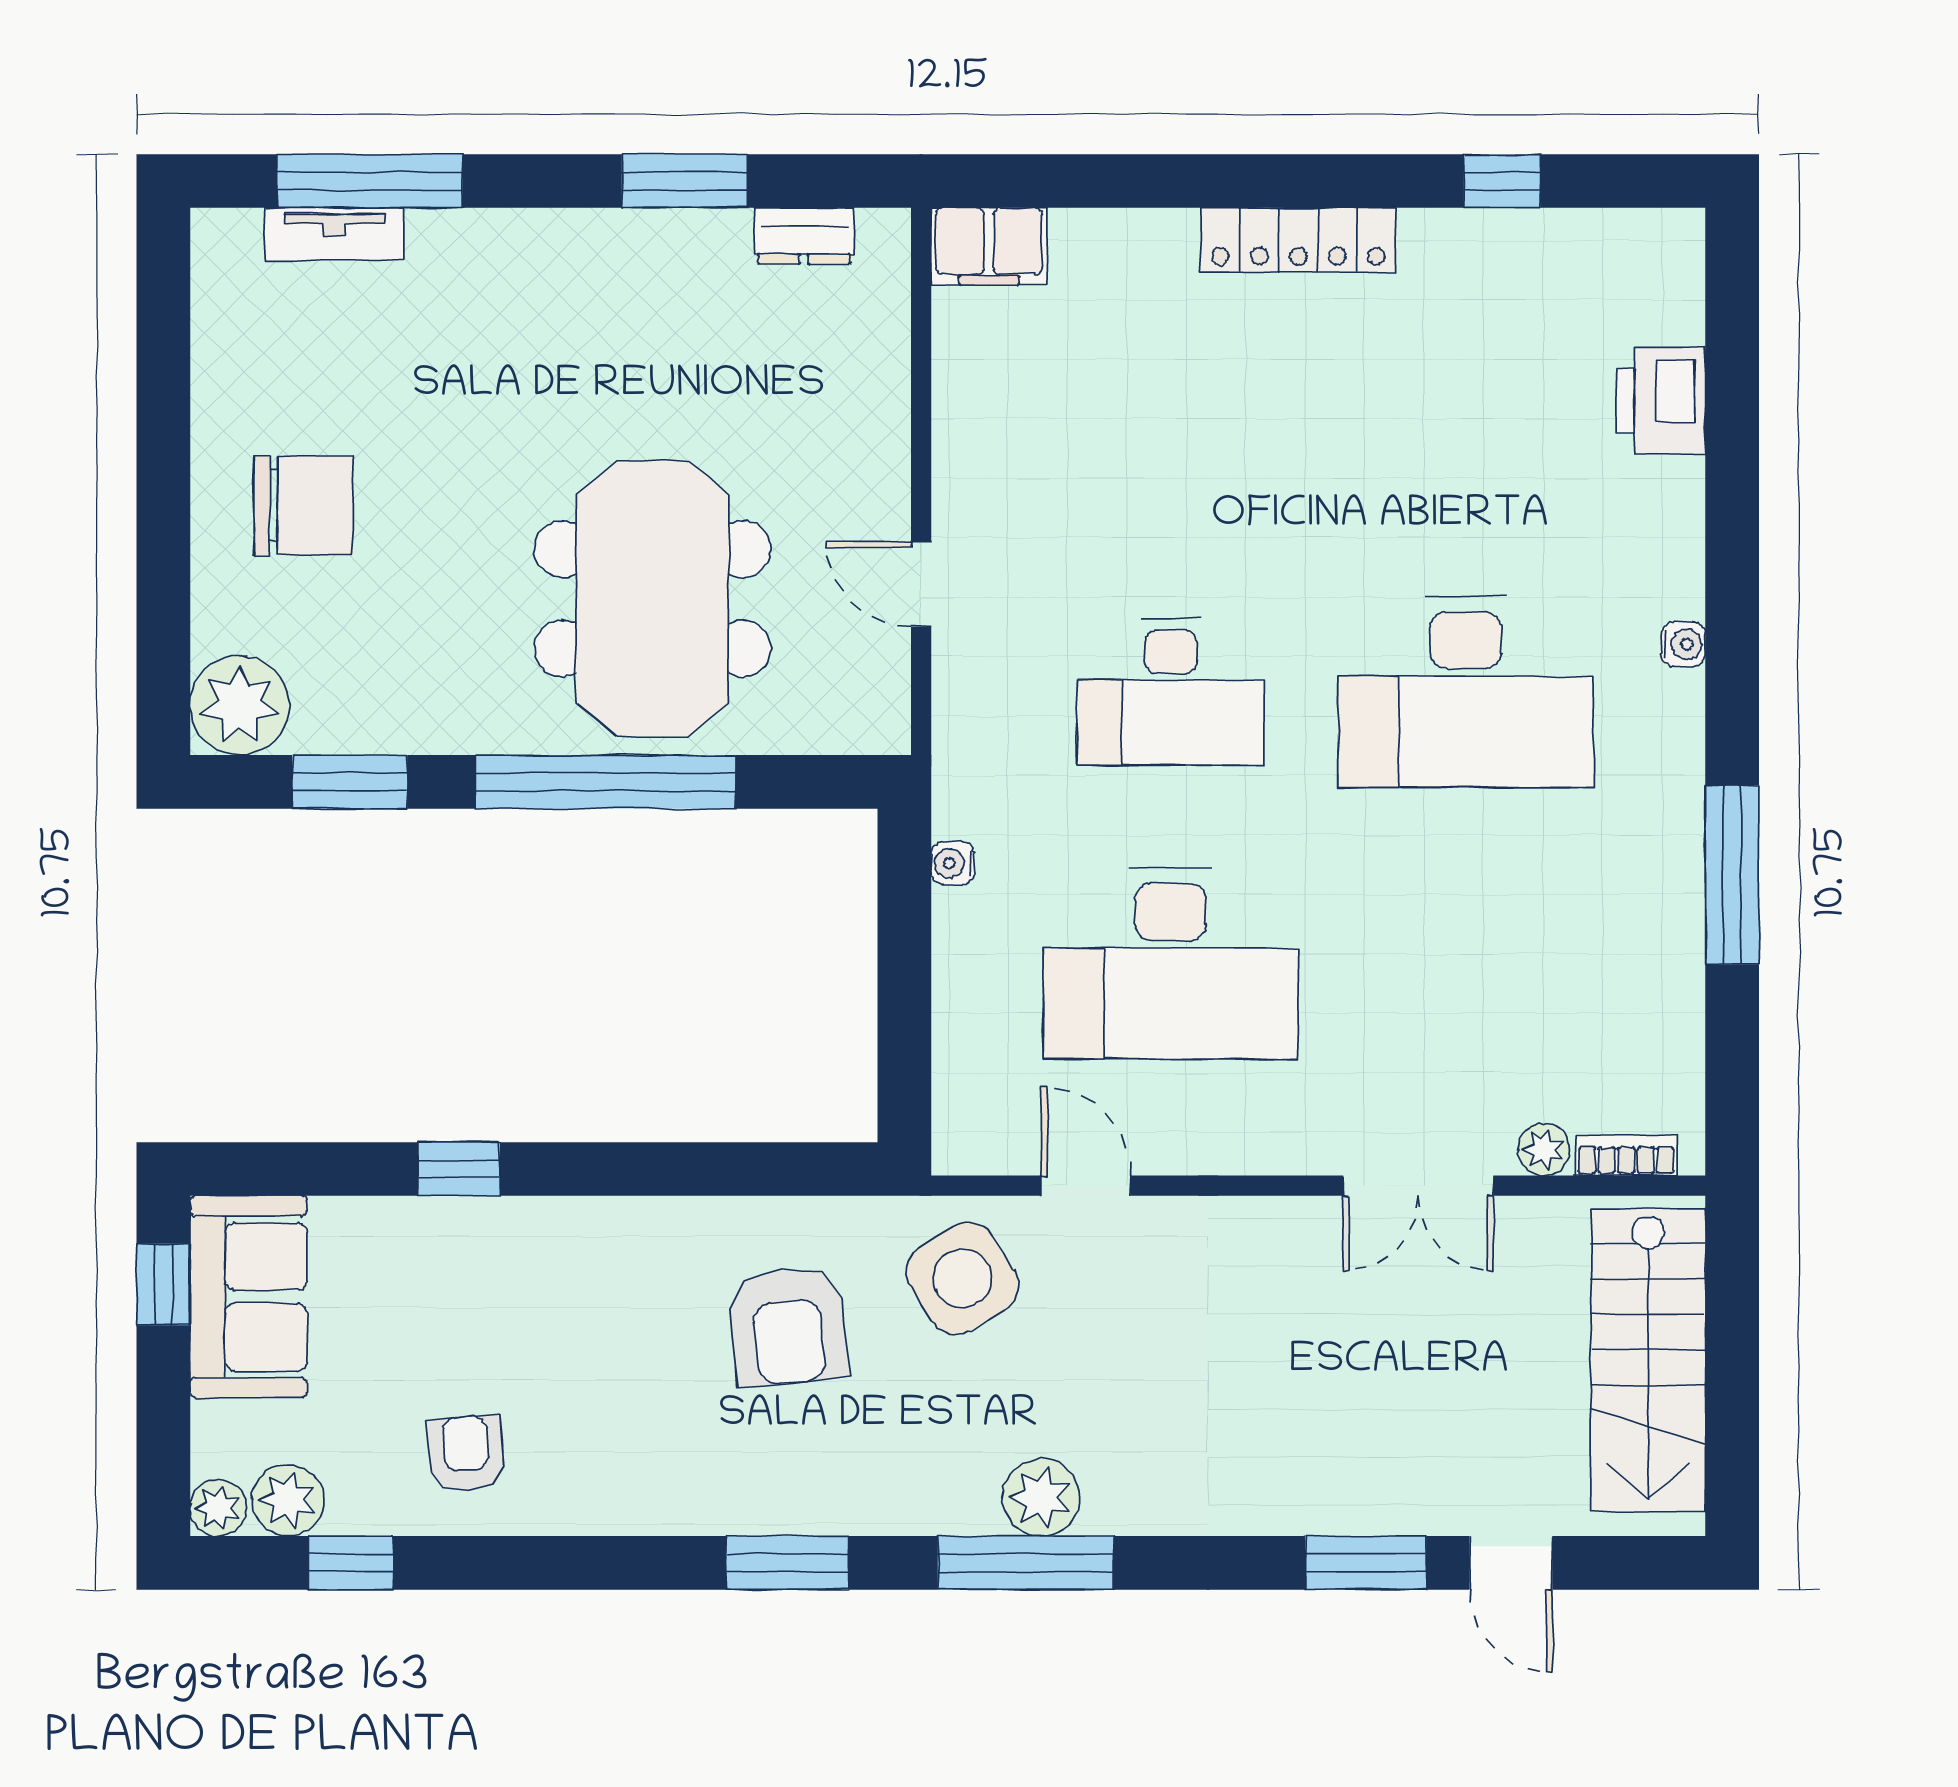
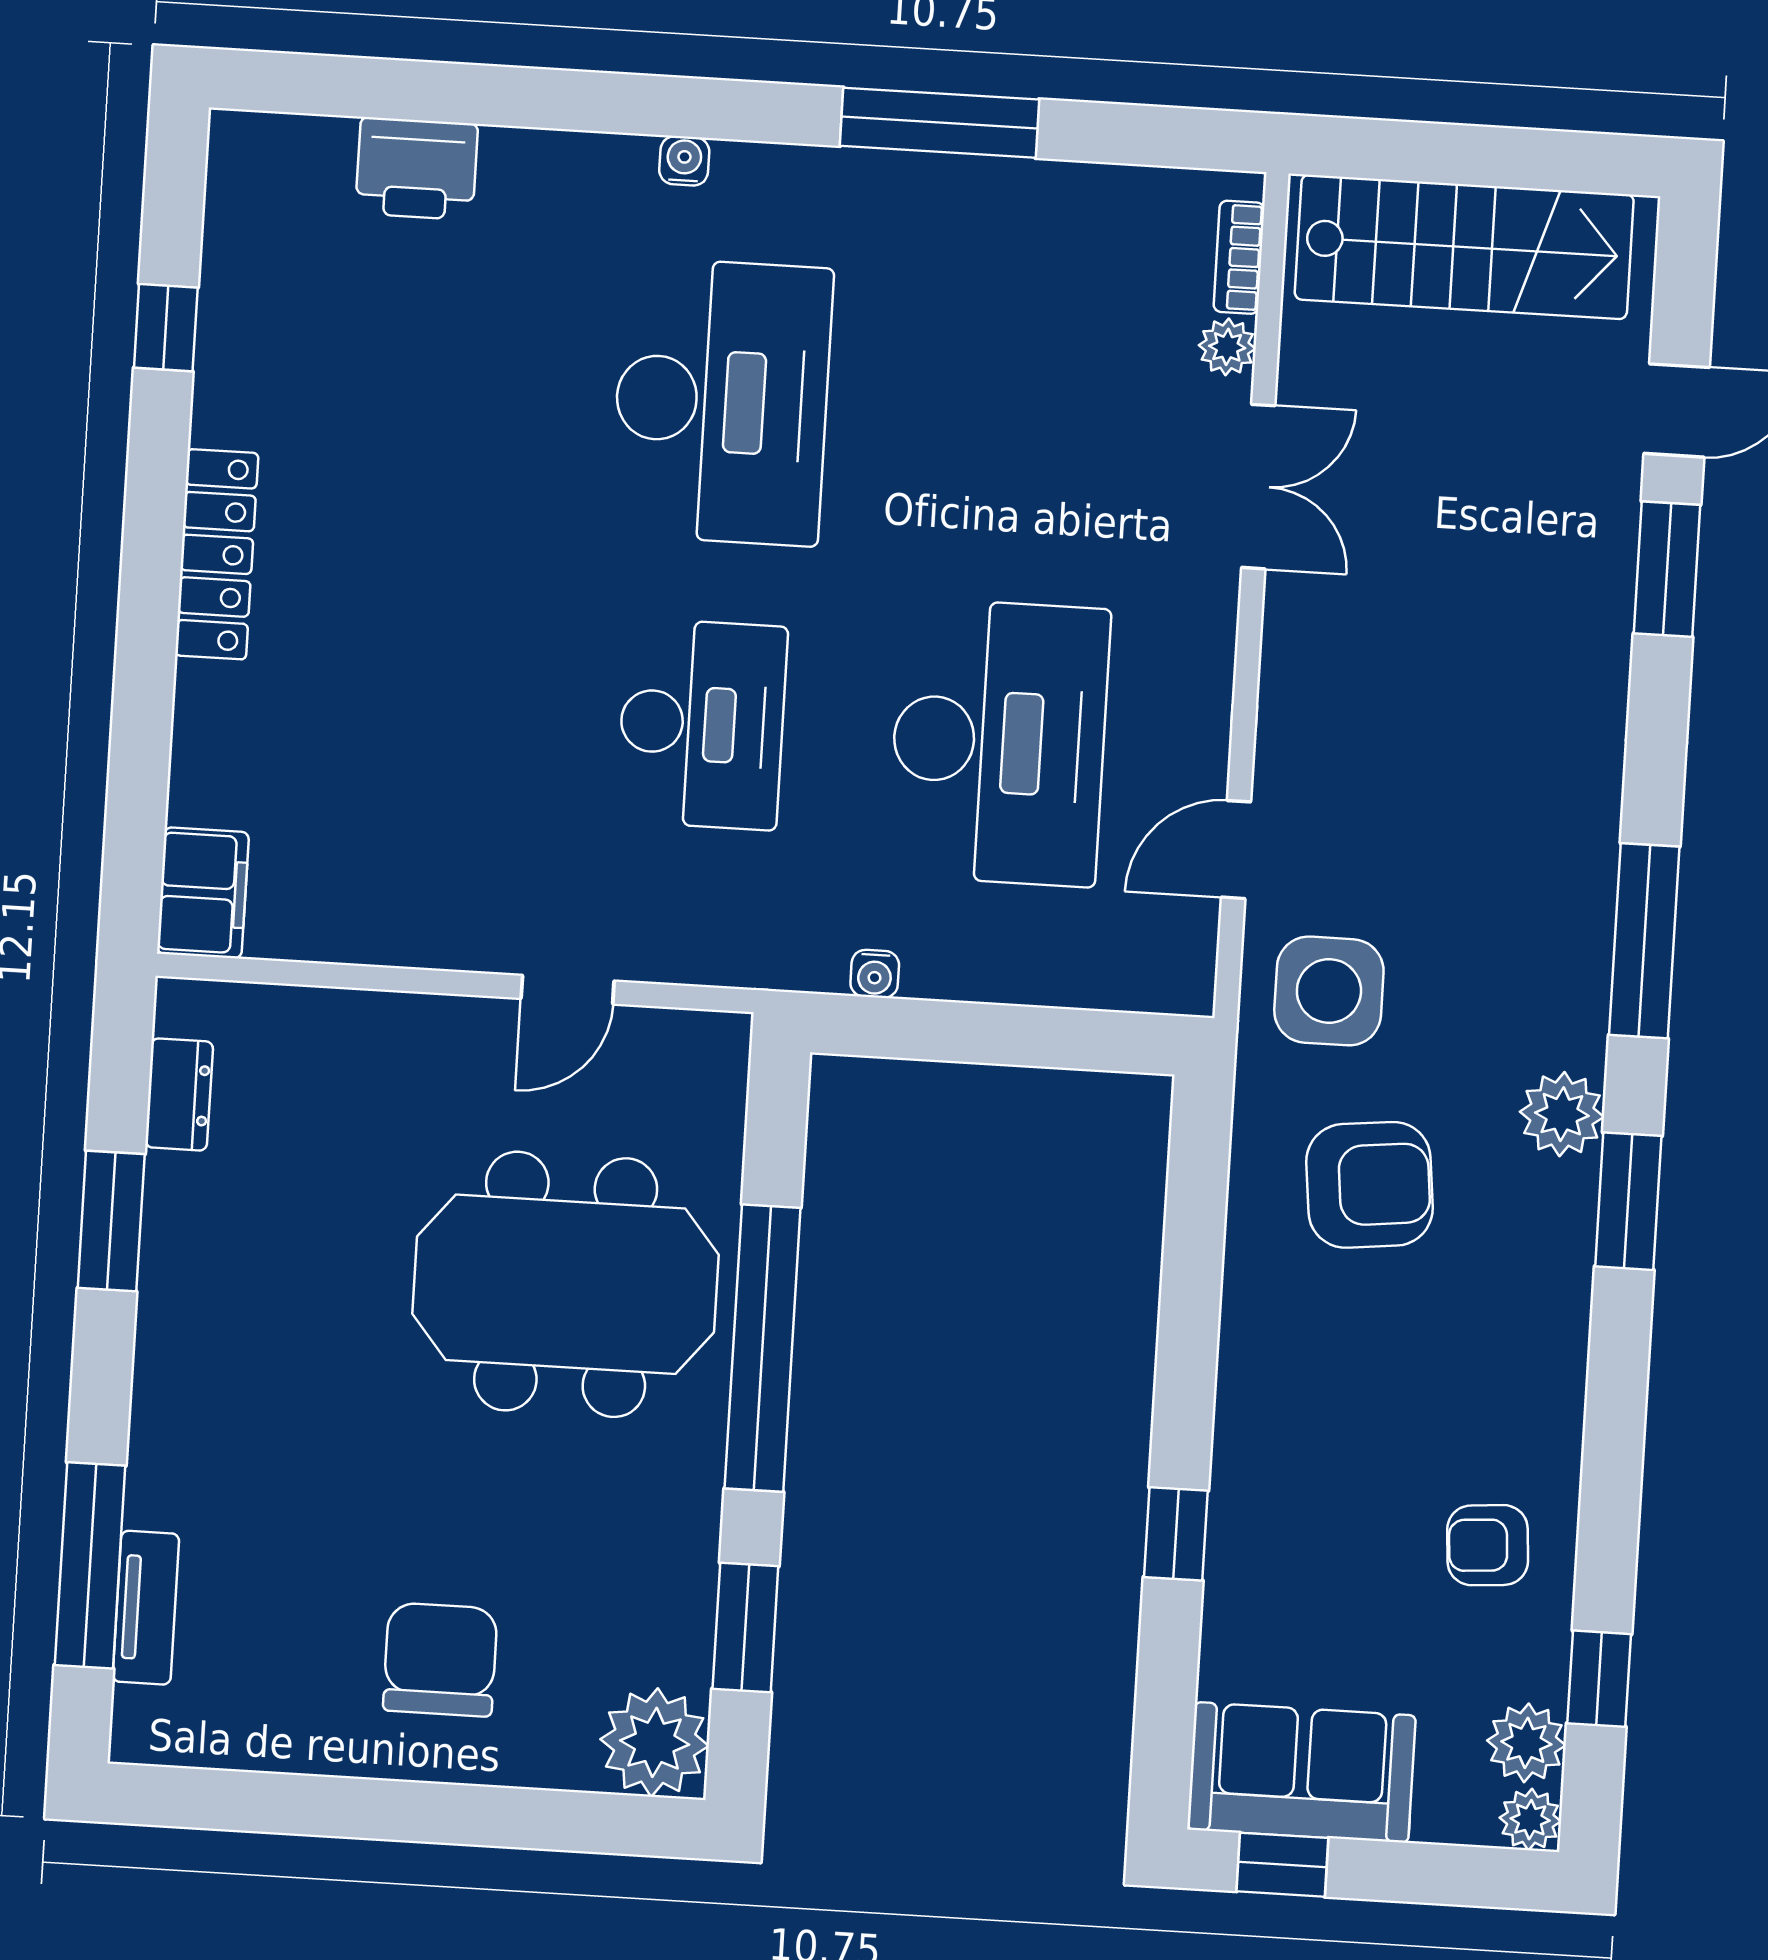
side table: (962, 1278) -> (1329, 991), turned 32
plant: (1041, 1497) -> (1562, 1114), moved

